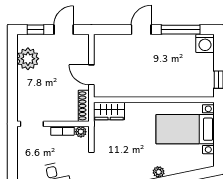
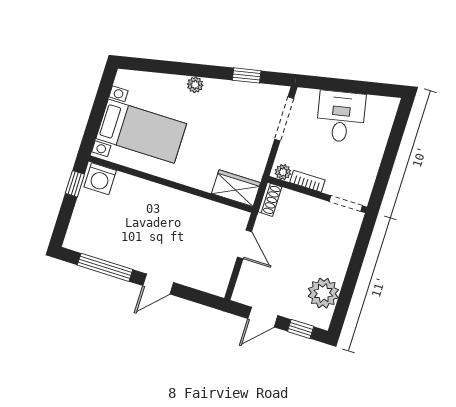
washing machine: (205, 43) -> (100, 179), moved, turned 180
shoe rack: (84, 106) -> (270, 199), width x0.70

